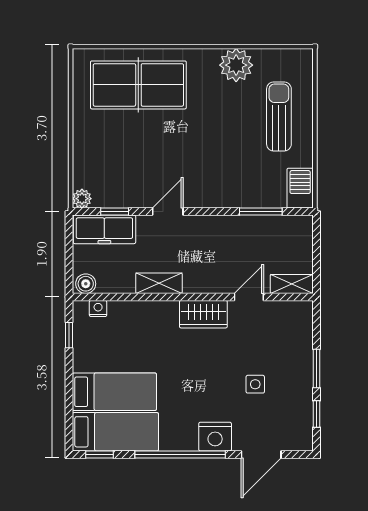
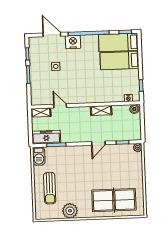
freezer: (104, 229) -> (46, 137), moved
door: (249, 297) -> (60, 106), swing flipped
wardrobe: (203, 314) -> (80, 97), removed
door: (261, 455) -> (52, 35), hinge flipped

